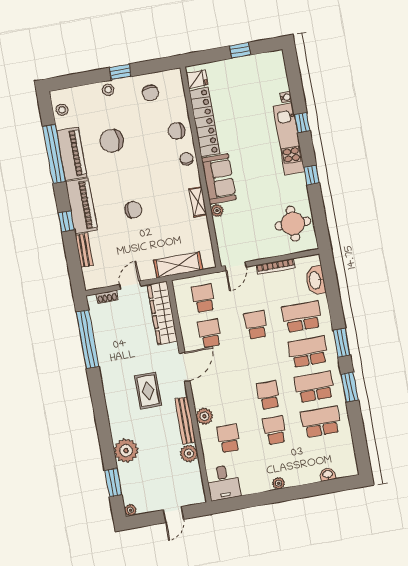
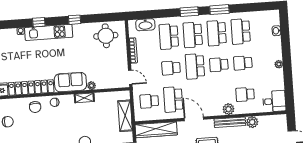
school desk: (210, 333) -> (173, 99), width x1.85
school desk: (262, 360) -> (195, 66), added

